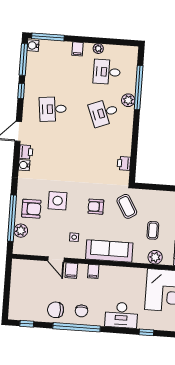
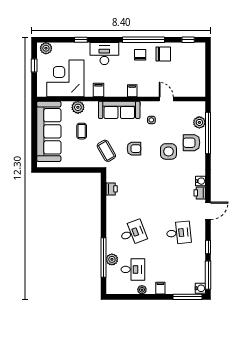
plant: (128, 100) -> (112, 259), moved
filing cabinet: (71, 271) -> (99, 90), moved

